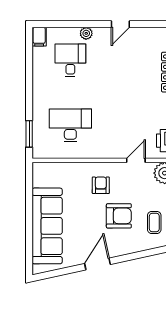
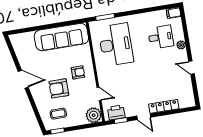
desk: (70, 125) -> (116, 45), width x1.36, depth x1.30
armchair: (119, 216) -> (59, 88), turned 90
sofa: (47, 226) -> (61, 37), moved

